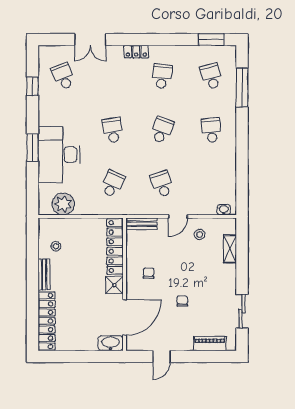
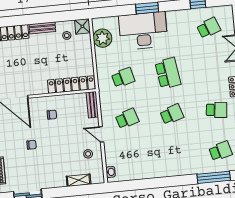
school desk: (113, 130) -> (168, 73), width x1.85
school desk: (162, 130) -> (172, 114), turned -39
school desk: (211, 130) -> (176, 155), removed
school desk: (113, 184) -> (123, 78), turned -39
shower: (114, 285) -> (82, 26), moved

